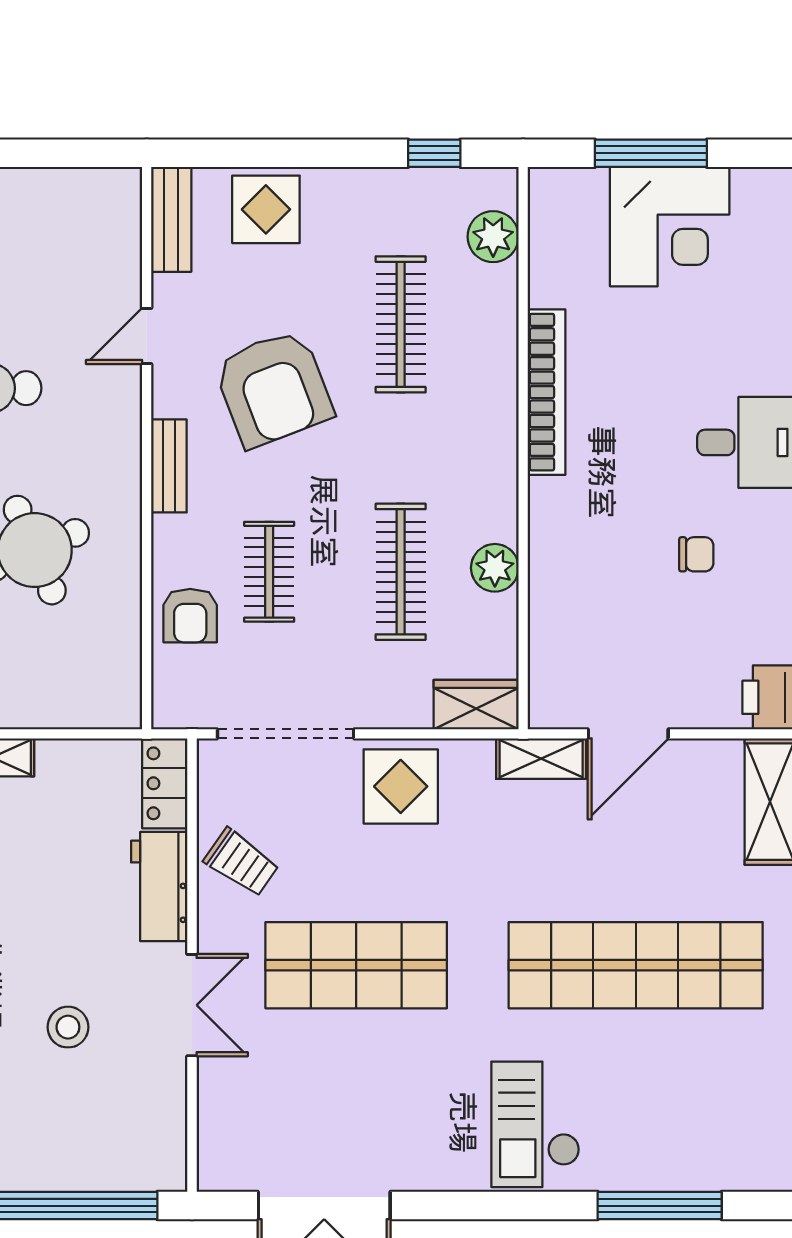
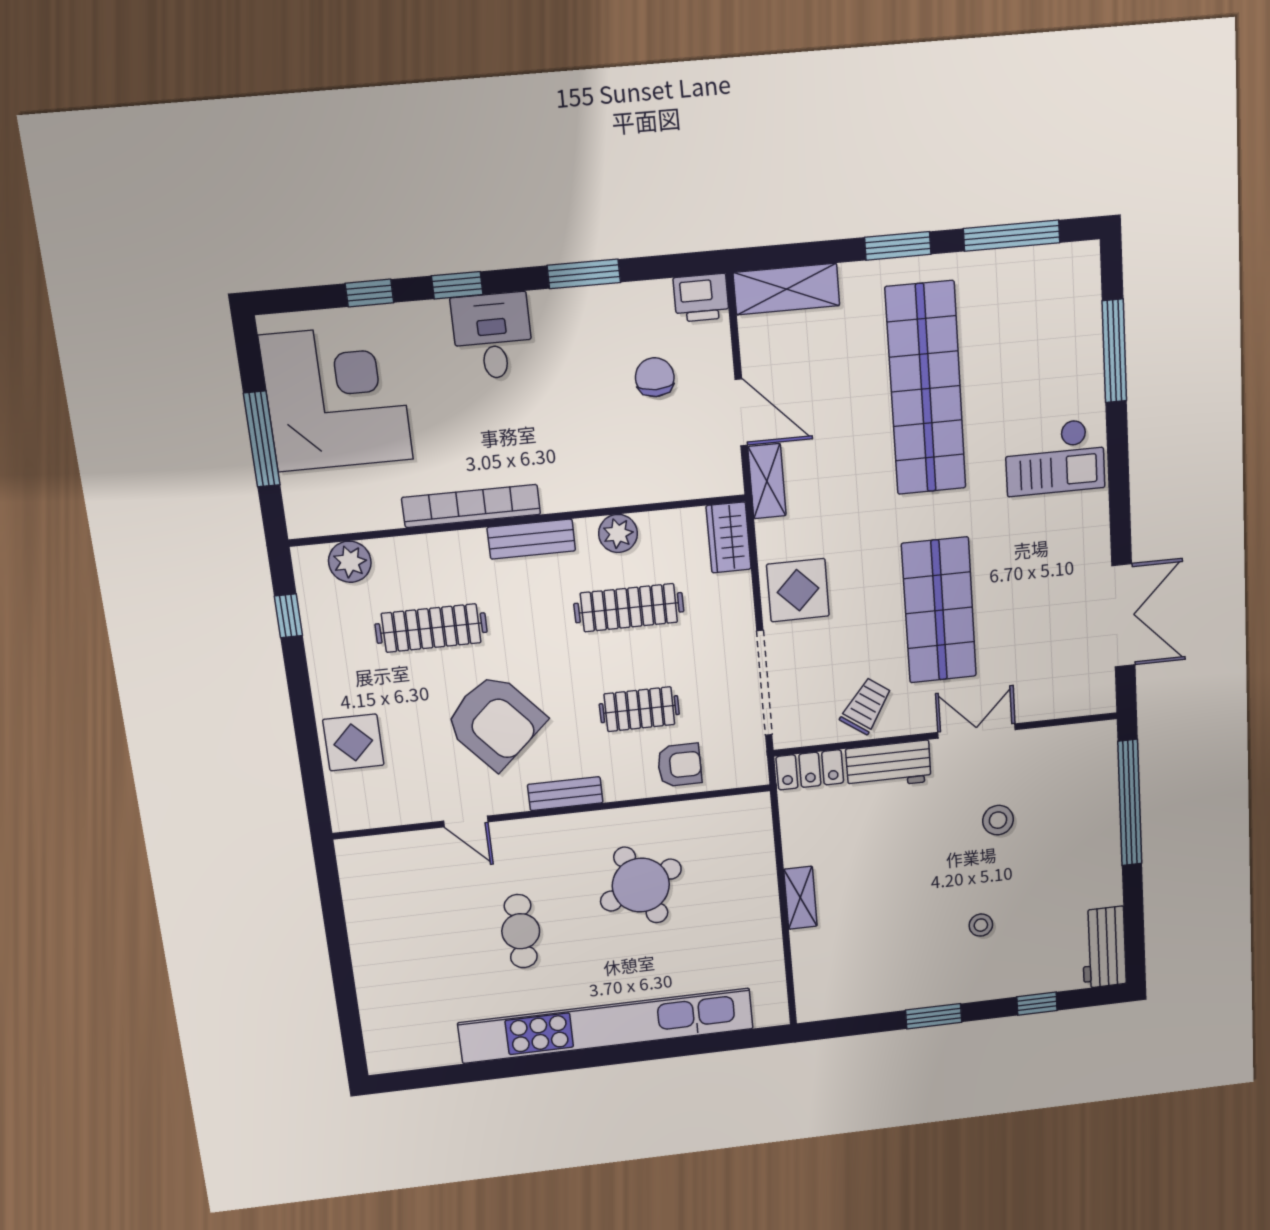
bench: (171, 219) -> (531, 539), moved
corner desk: (670, 227) -> (336, 398), width x1.36, depth x1.36
armchair: (273, 388) -> (495, 721), turned 69
chair: (696, 554) -> (655, 377), moved, width x1.37, depth x1.37

